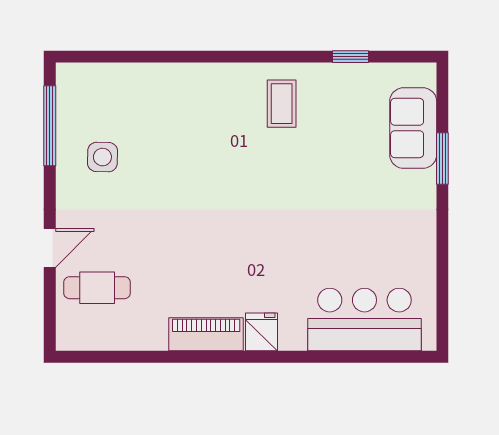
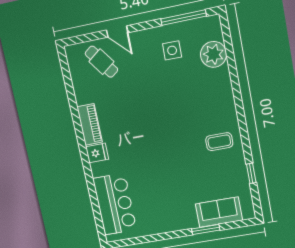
plant: (124, 85) -> (214, 54), added
cafe table: (97, 288) -> (101, 62), turned -36

